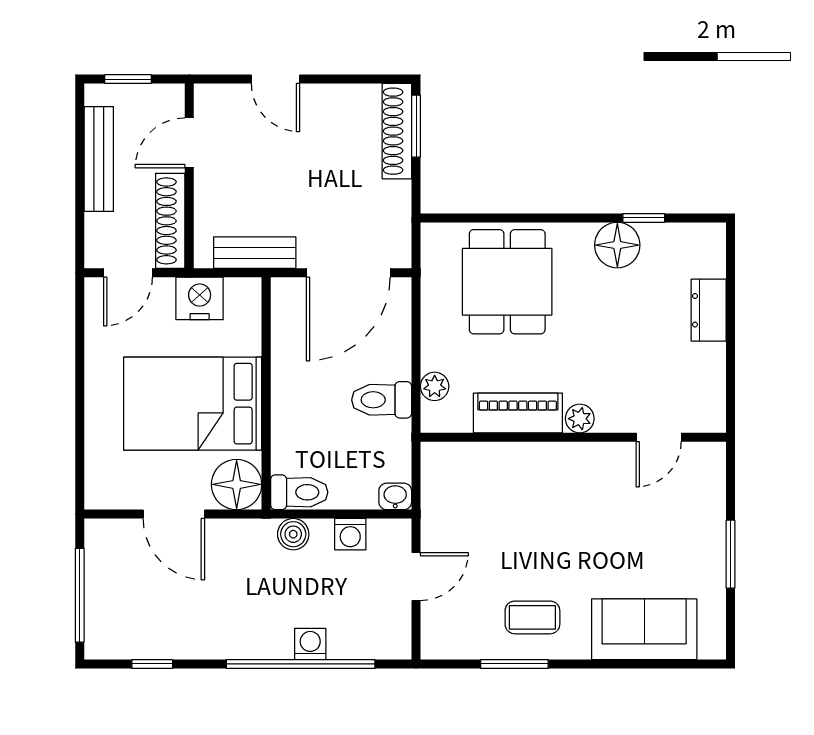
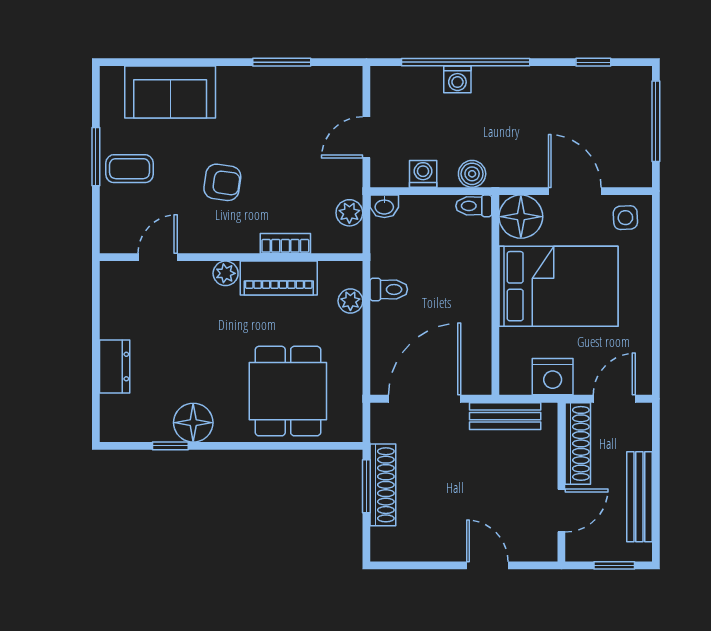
window: (416, 126) -> (366, 486), moved
shoe rack: (397, 131) -> (383, 485), moved
toilet: (382, 400) -> (389, 289), width x0.73, depth x0.72
bookcase: (510, 453) -> (285, 243), added
side table: (115, 483) -> (625, 218), added
plant: (436, 489) -> (349, 213), added
toilet: (299, 492) -> (474, 206), width x0.73, depth x0.72
armchair: (583, 524) -> (222, 182), added
coffee table: (532, 617) -> (129, 169), moved

